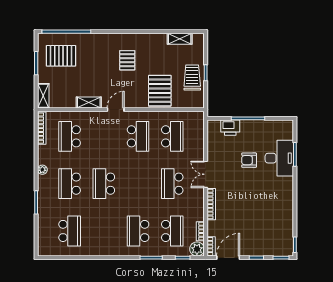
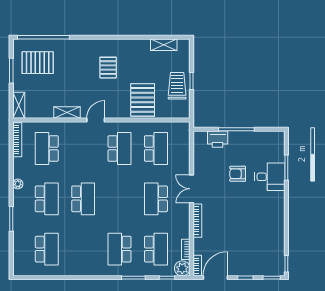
desk: (279, 158) -> (270, 177), width x0.73
school desk: (70, 184) -> (47, 199), turned 180
school desk: (104, 184) -> (83, 199), turned 180

